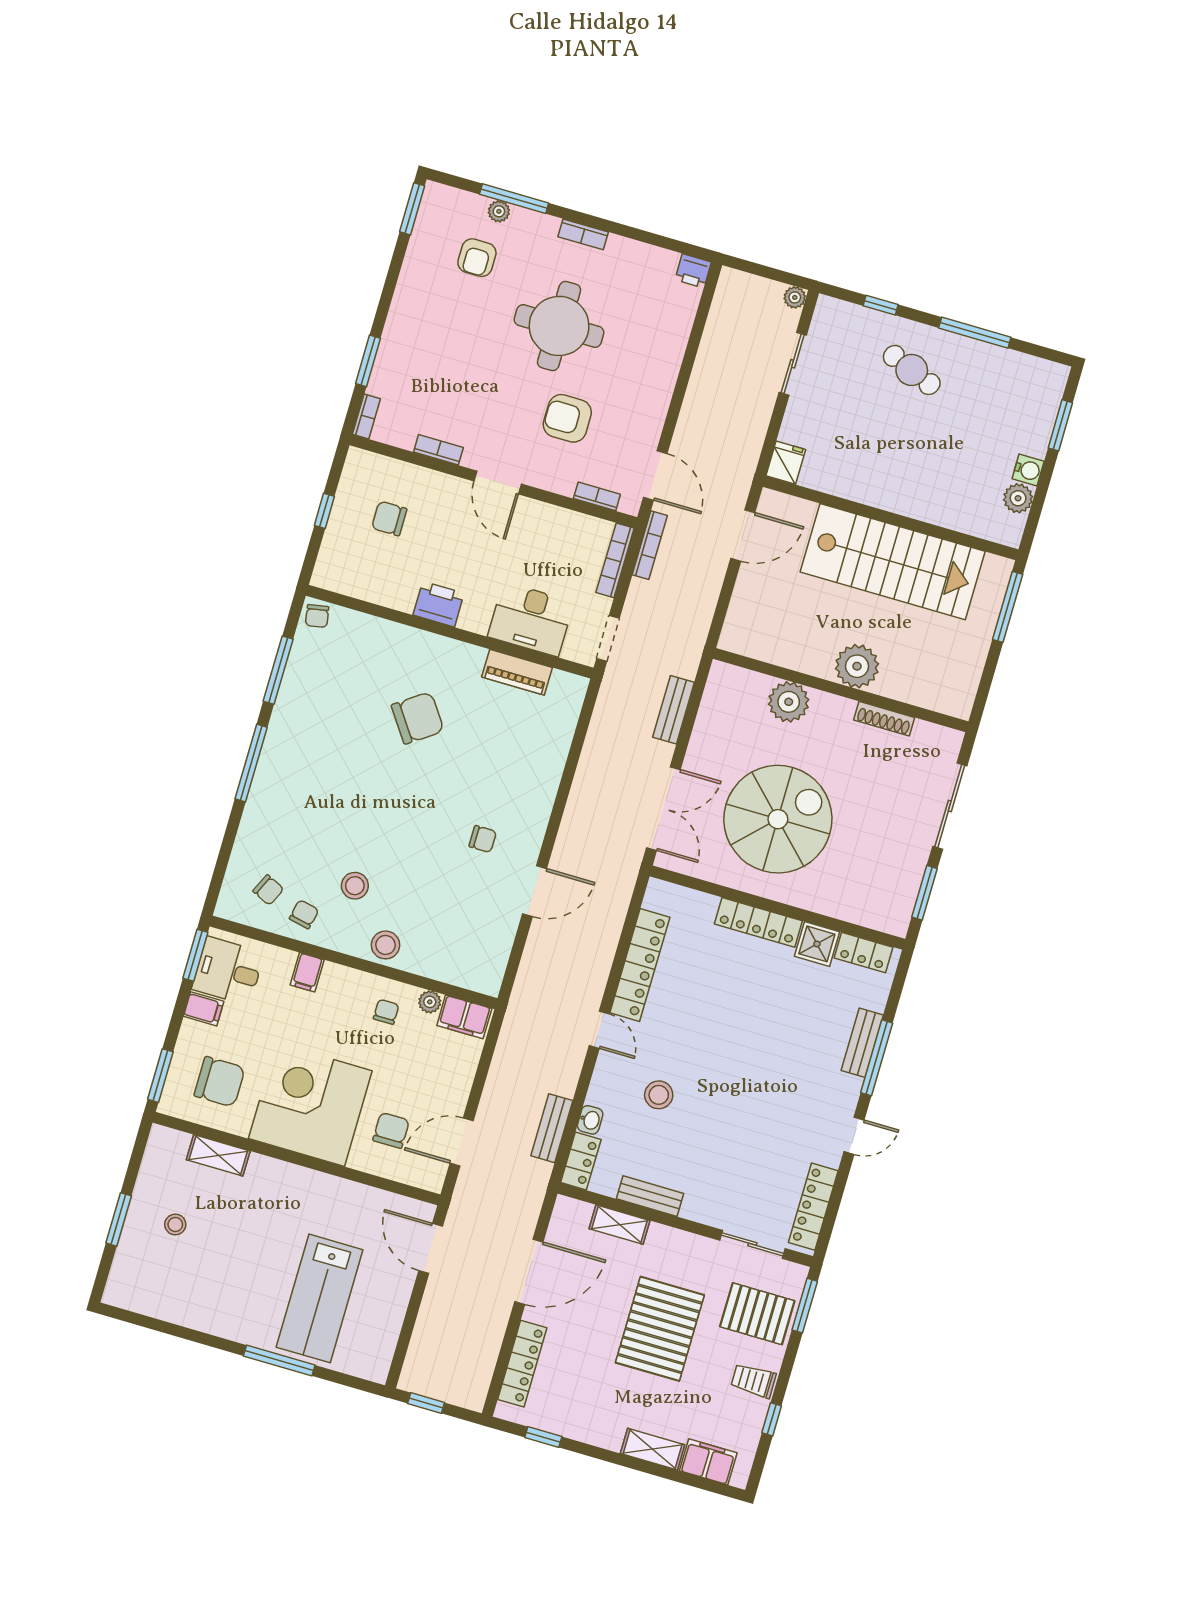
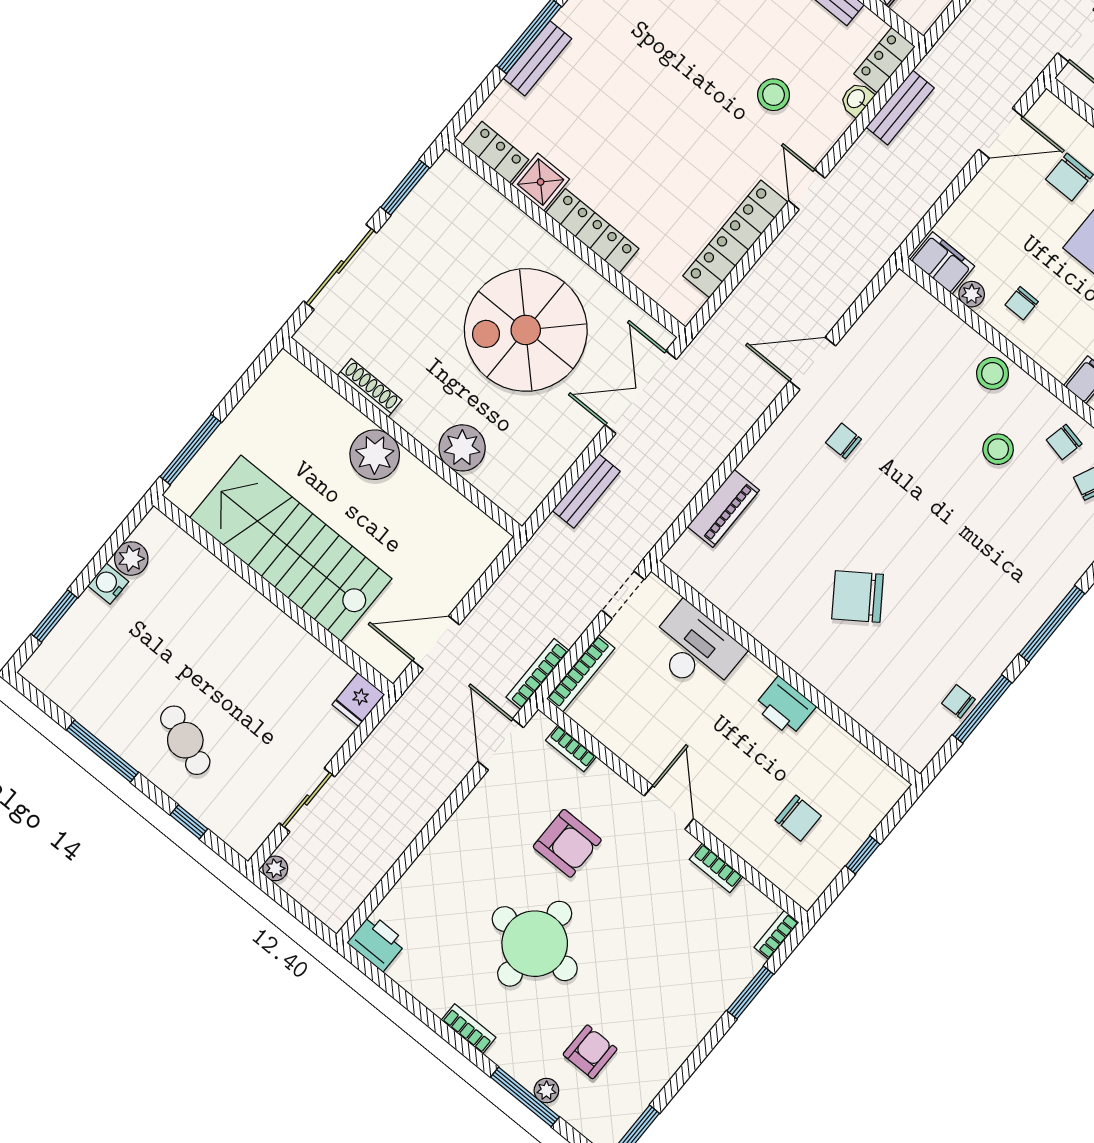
printer: (693, 271) -> (377, 943), width x1.36, depth x1.24
chair: (317, 616) -> (958, 701), moved, turned -81
piano: (517, 672) -> (723, 508), moved, turned 90

